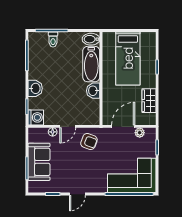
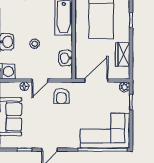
stool: (63, 90) -> (35, 44), added
washbasin: (93, 91) -> (66, 58), moved
plant: (140, 133) -> (125, 87), moved
armchair: (89, 142) -> (61, 96), turned 70

